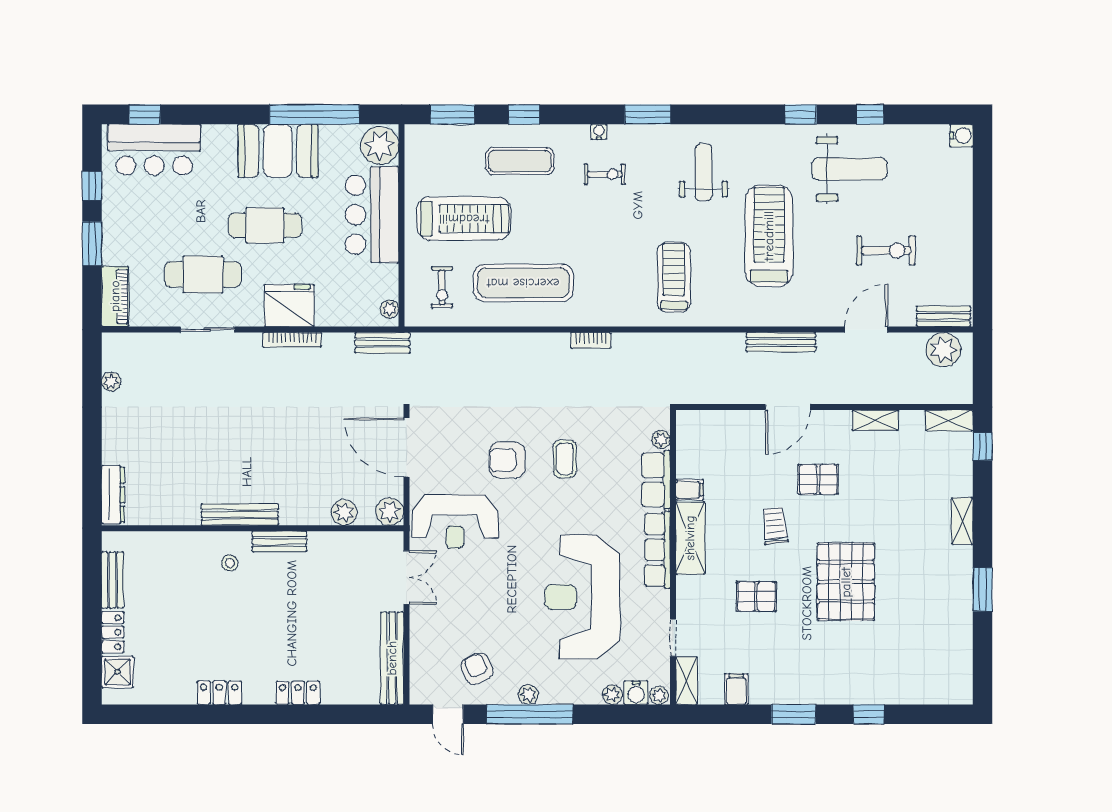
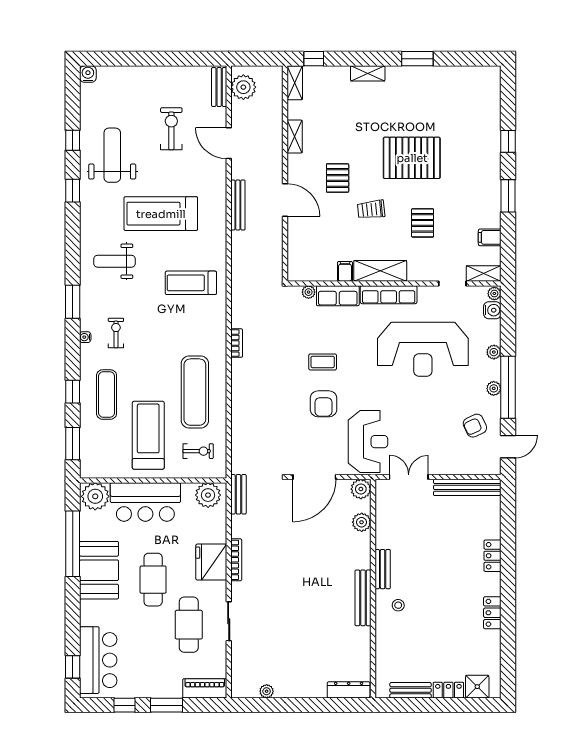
plant: (389, 309) -> (208, 495), width x1.88, depth x1.88
plant: (612, 695) -> (494, 352), moved

